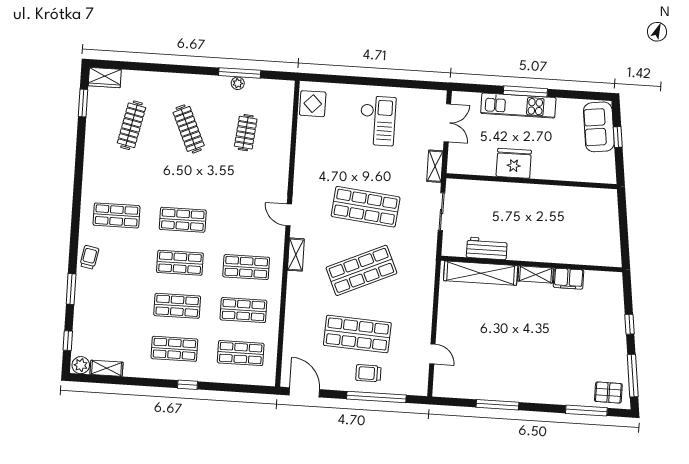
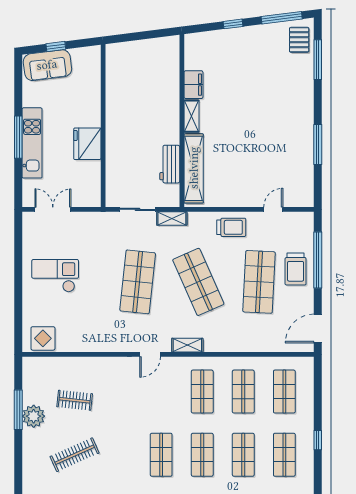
plant: (238, 83) -> (34, 416), width x1.88, depth x1.88
shelving: (435, 166) -> (172, 218), moved
trolley: (416, 309) -> (231, 227), added
trolley: (368, 373) -> (296, 269), width x1.36, depth x1.39

